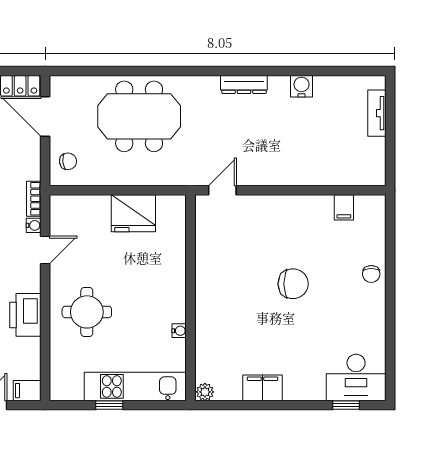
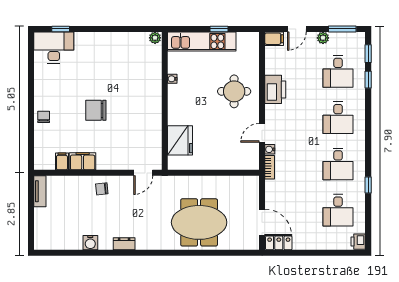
dresser: (244, 84) -> (124, 244), width x0.70
tv unit: (377, 113) -> (40, 191), moved
chair: (68, 161) -> (102, 189), moved
fridge: (133, 213) -> (180, 140), moved, turned 90
filing cabinet: (263, 388) -> (83, 161), moved, turned 180

